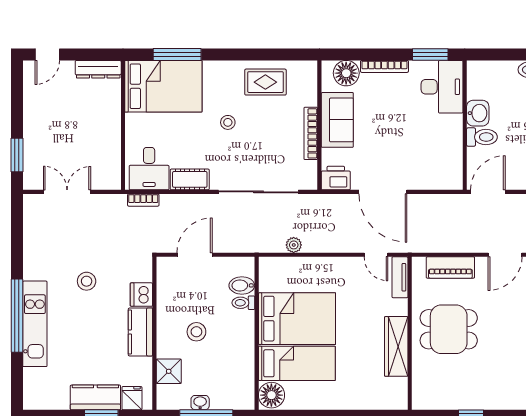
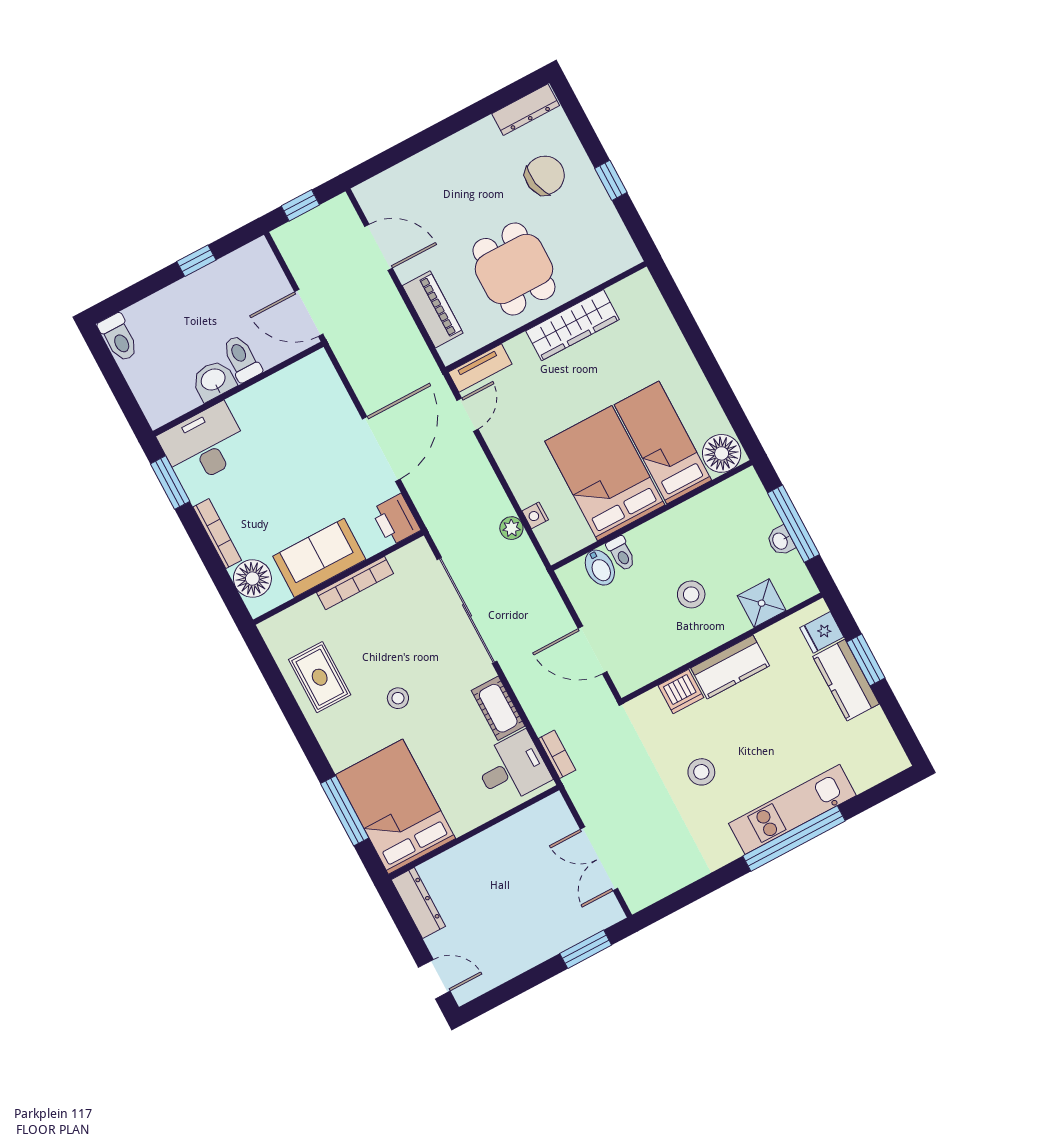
nightstand: (294, 263) -> (535, 515), added
chair: (495, 378) -> (545, 175), added

